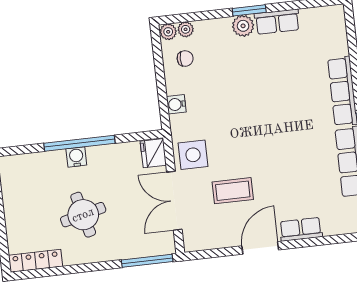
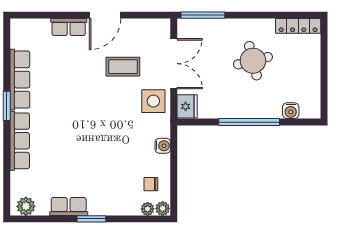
plant: (243, 26) -> (26, 206), moved
water cooler: (76, 157) -> (291, 111), moved

